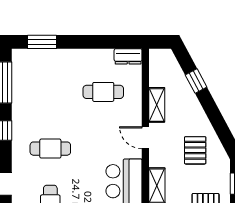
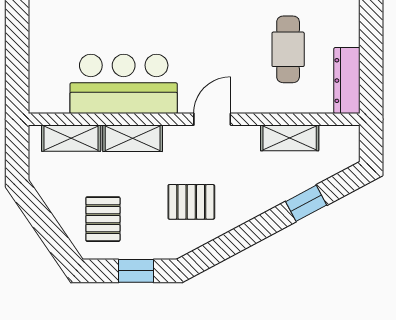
dresser: (128, 56) -> (347, 81), width x1.44
shelving: (157, 105) -> (290, 138), moved

